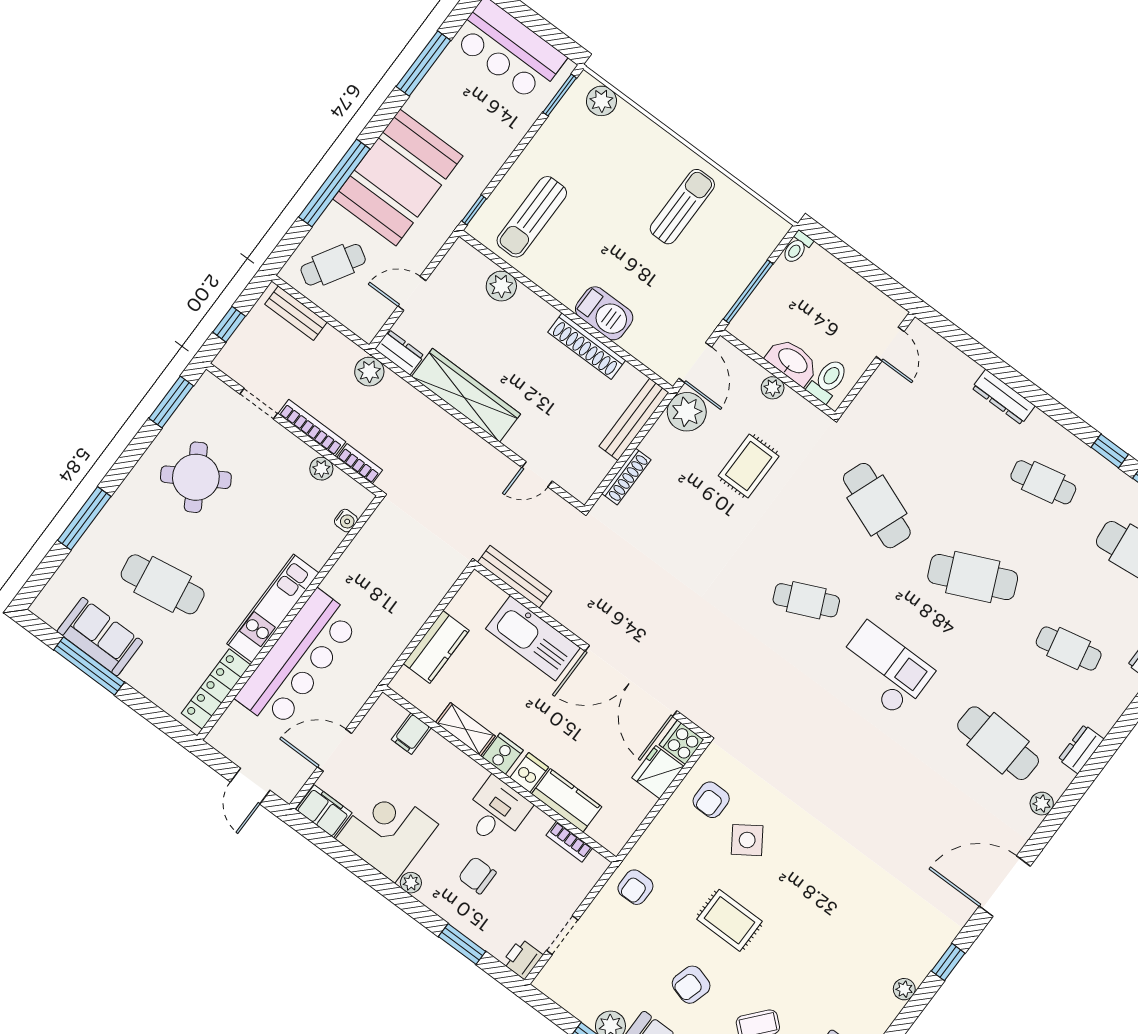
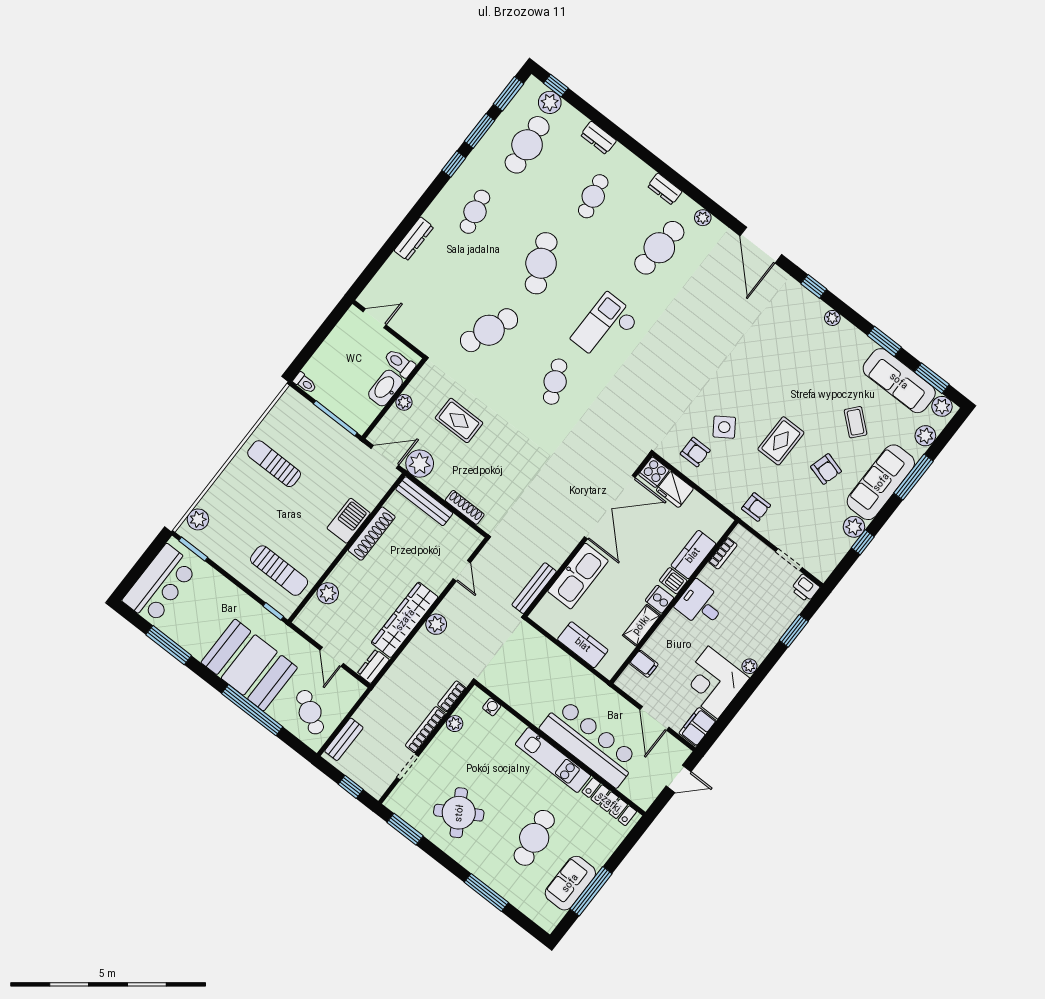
plant: (369, 372) -> (436, 624), moved
chair: (477, 875) -> (745, 619), removed

